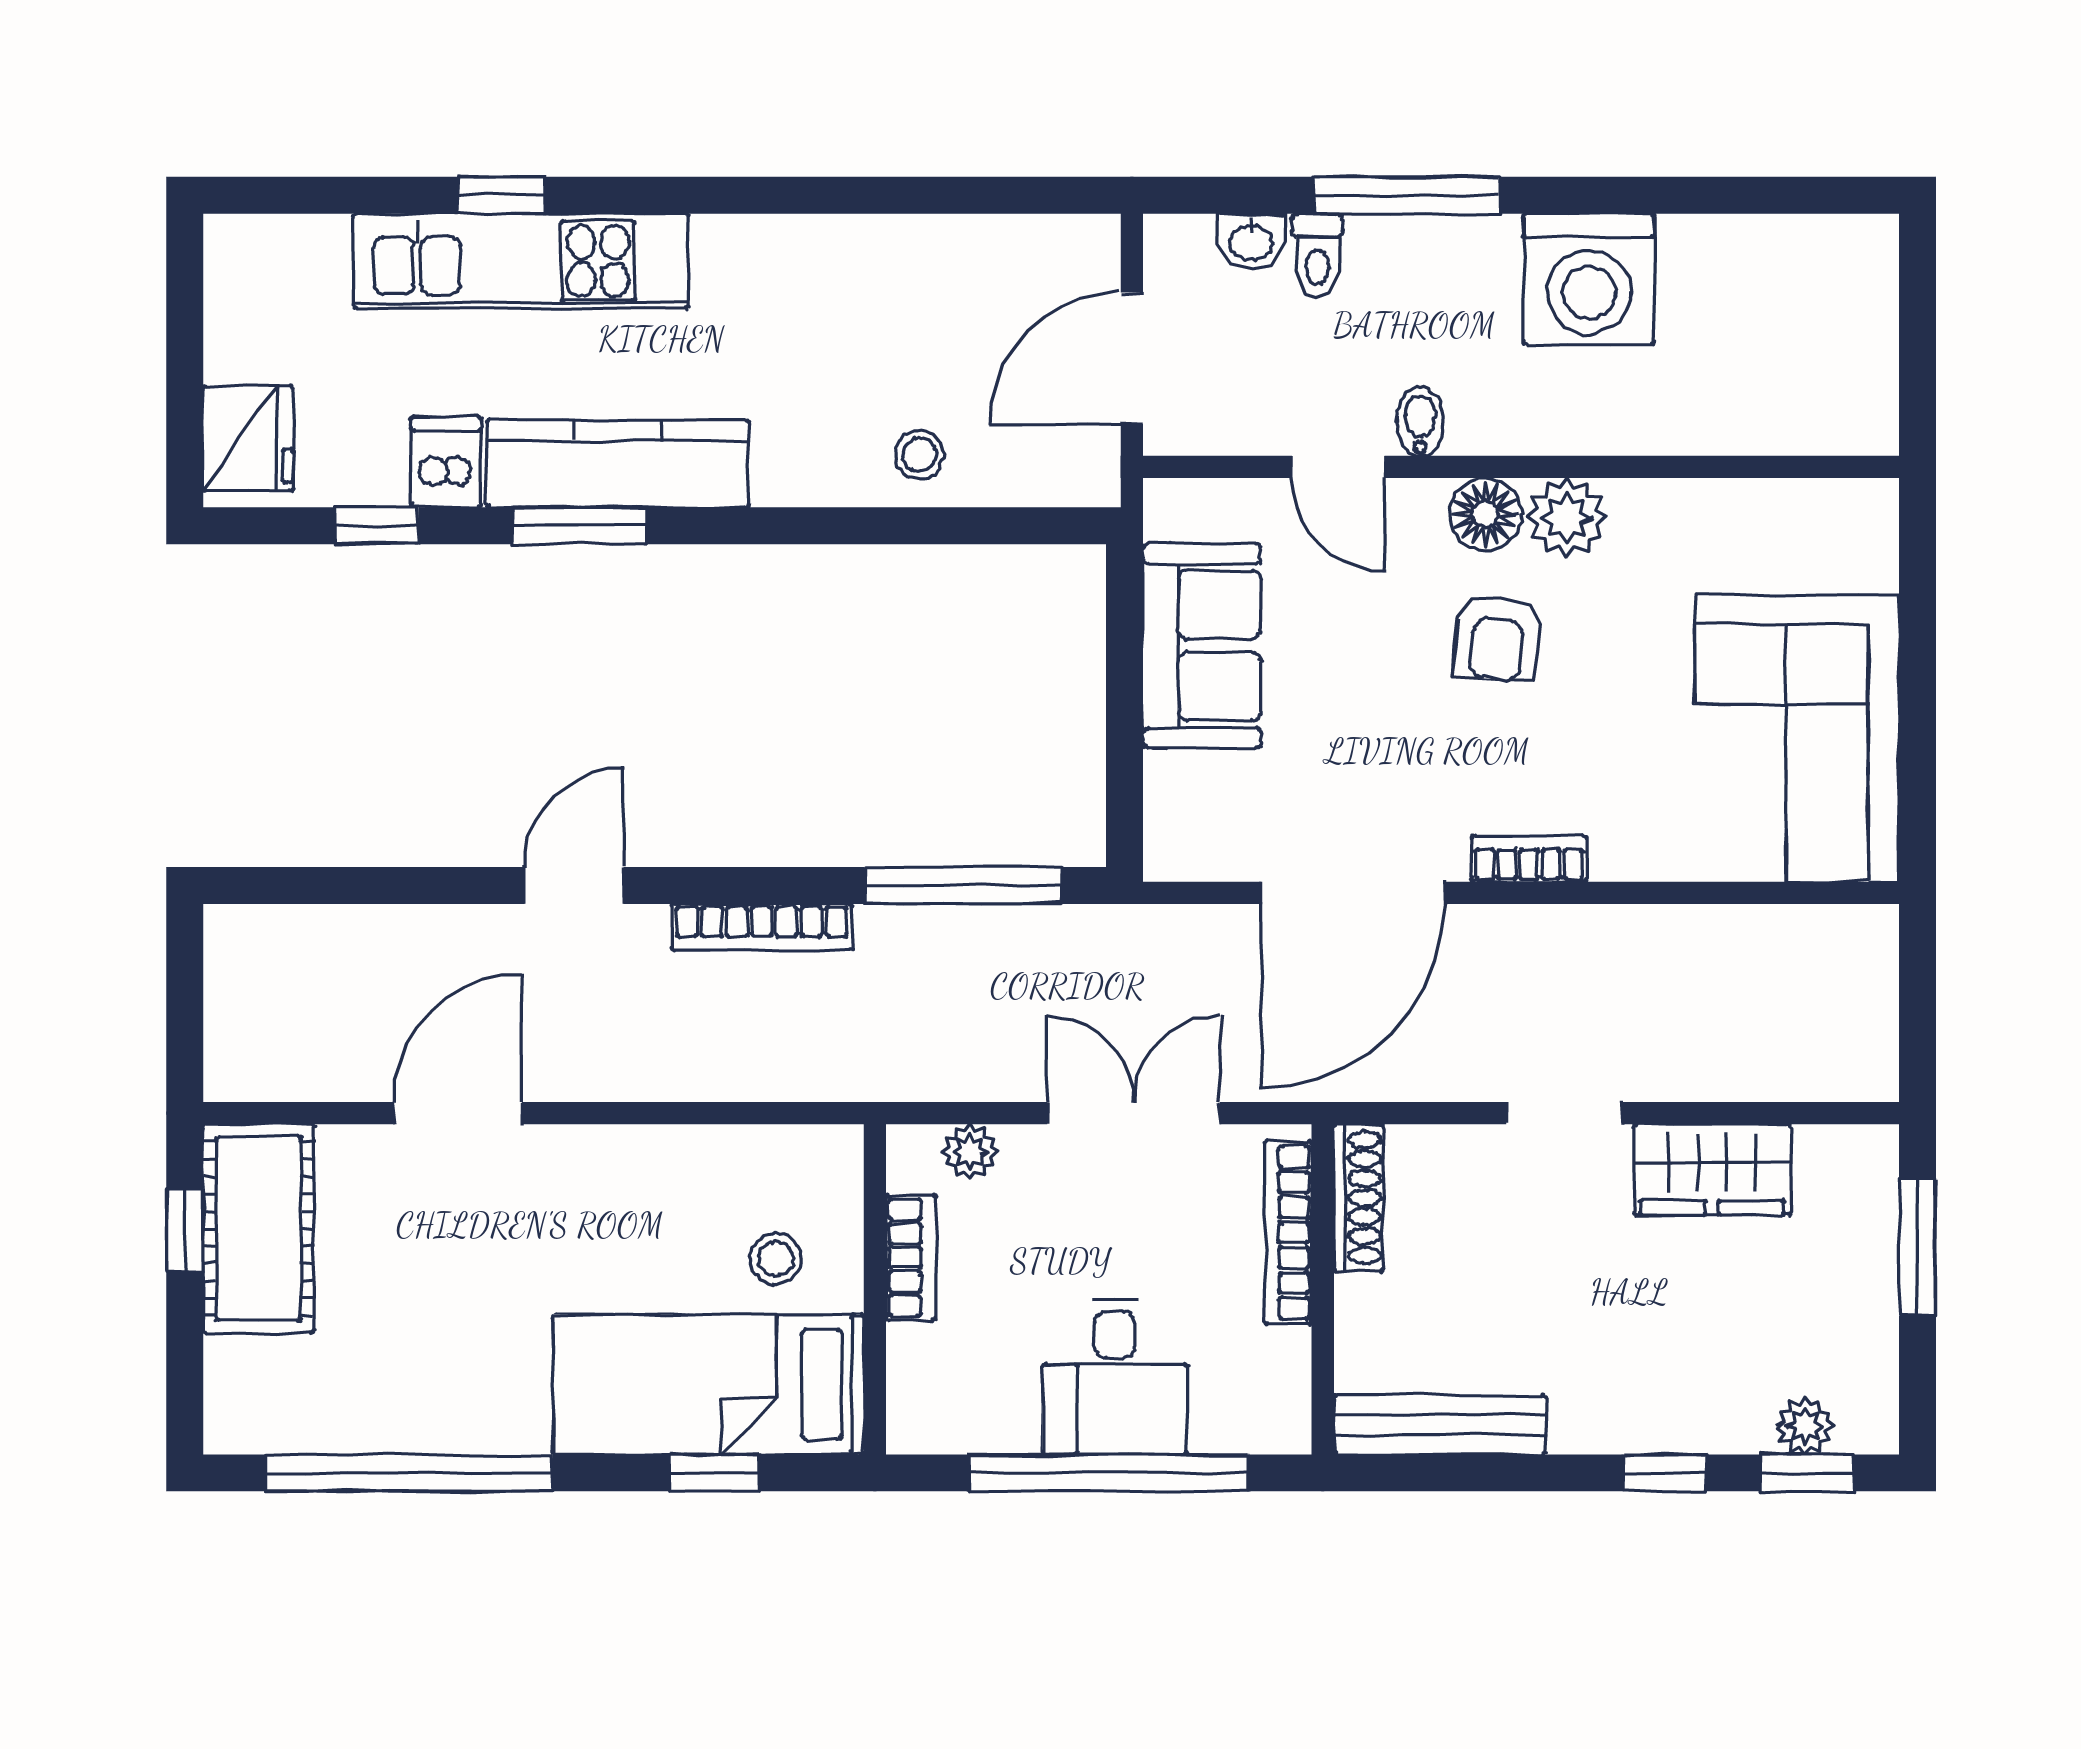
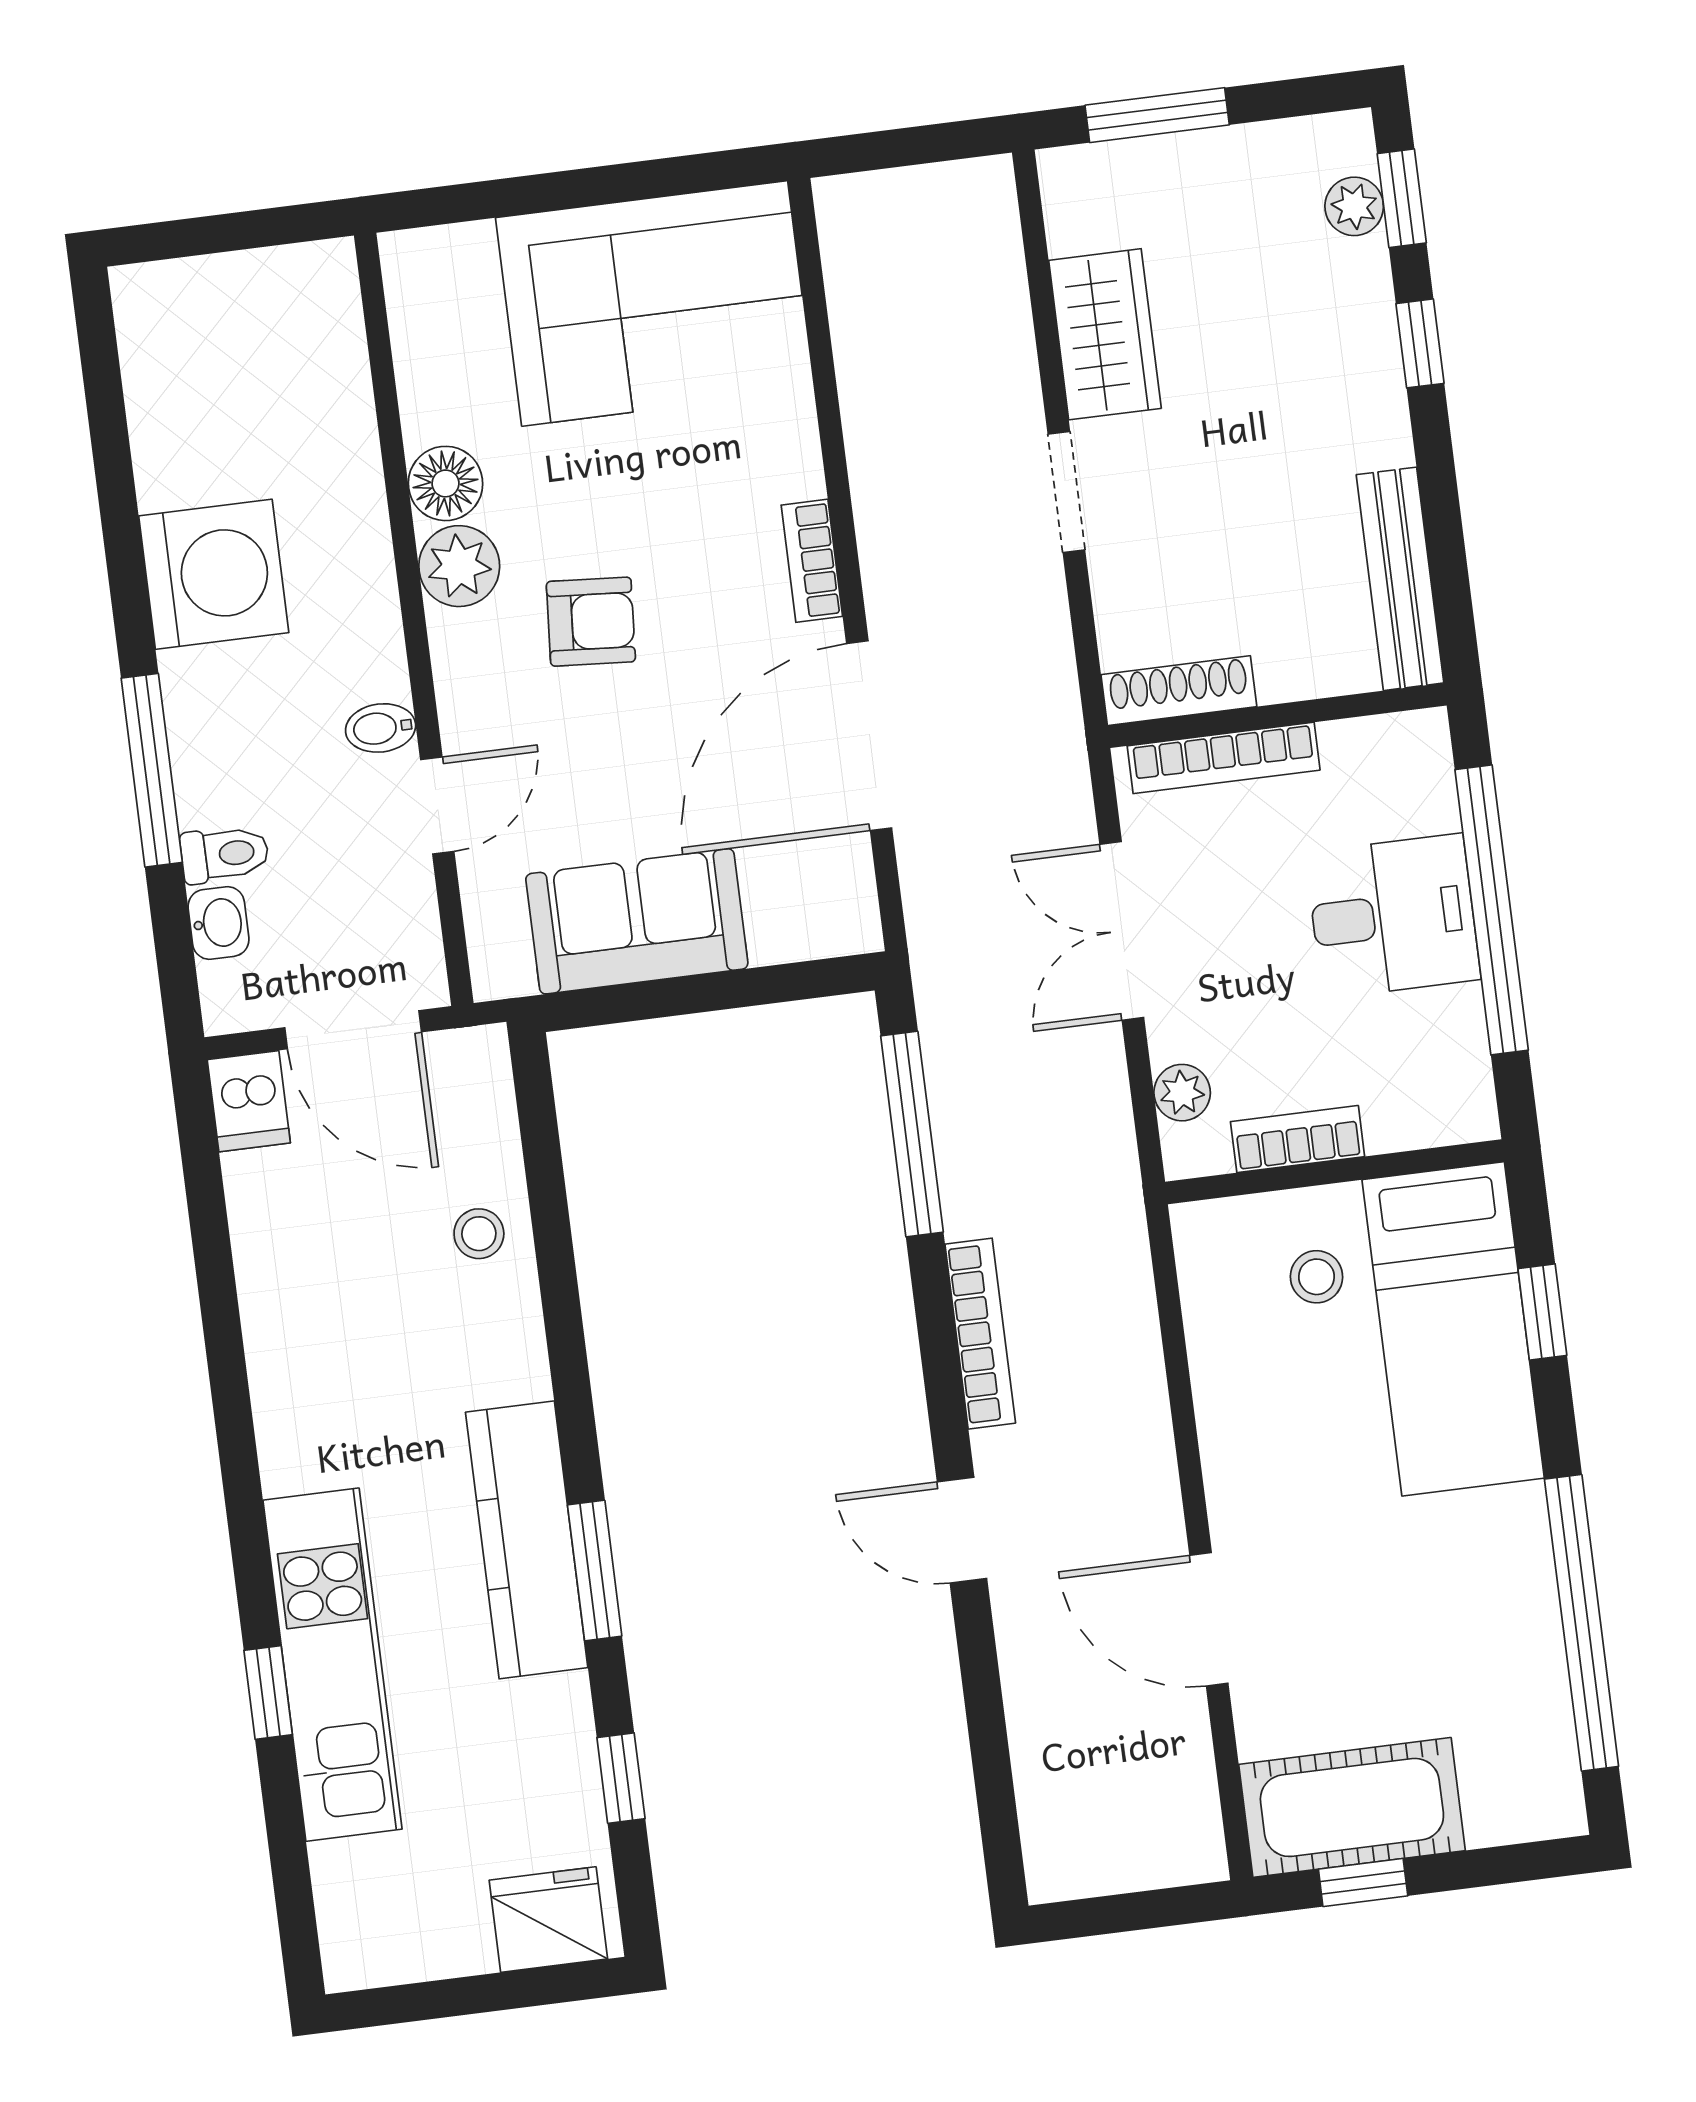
dishwasher: (446, 462) -> (249, 1101), moved, turned -90
floor lamp: (1485, 514) -> (445, 483), moved
door: (1353, 893) -> (869, 736), swing flipped

